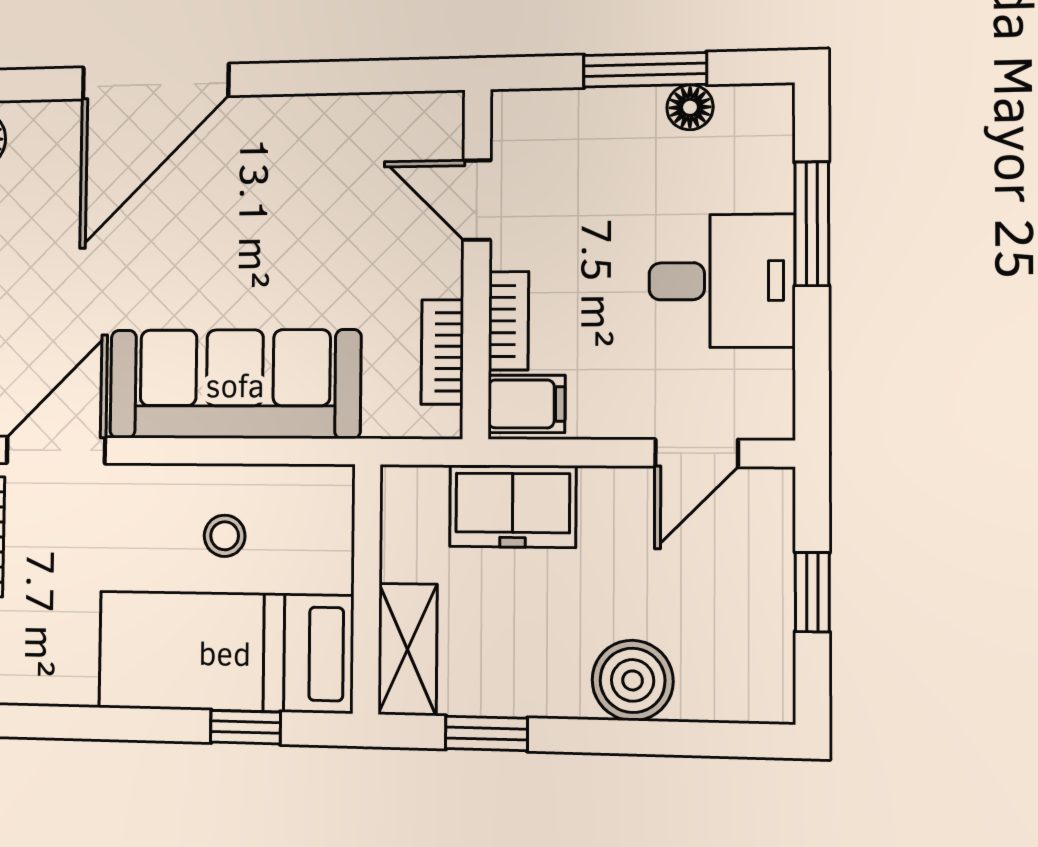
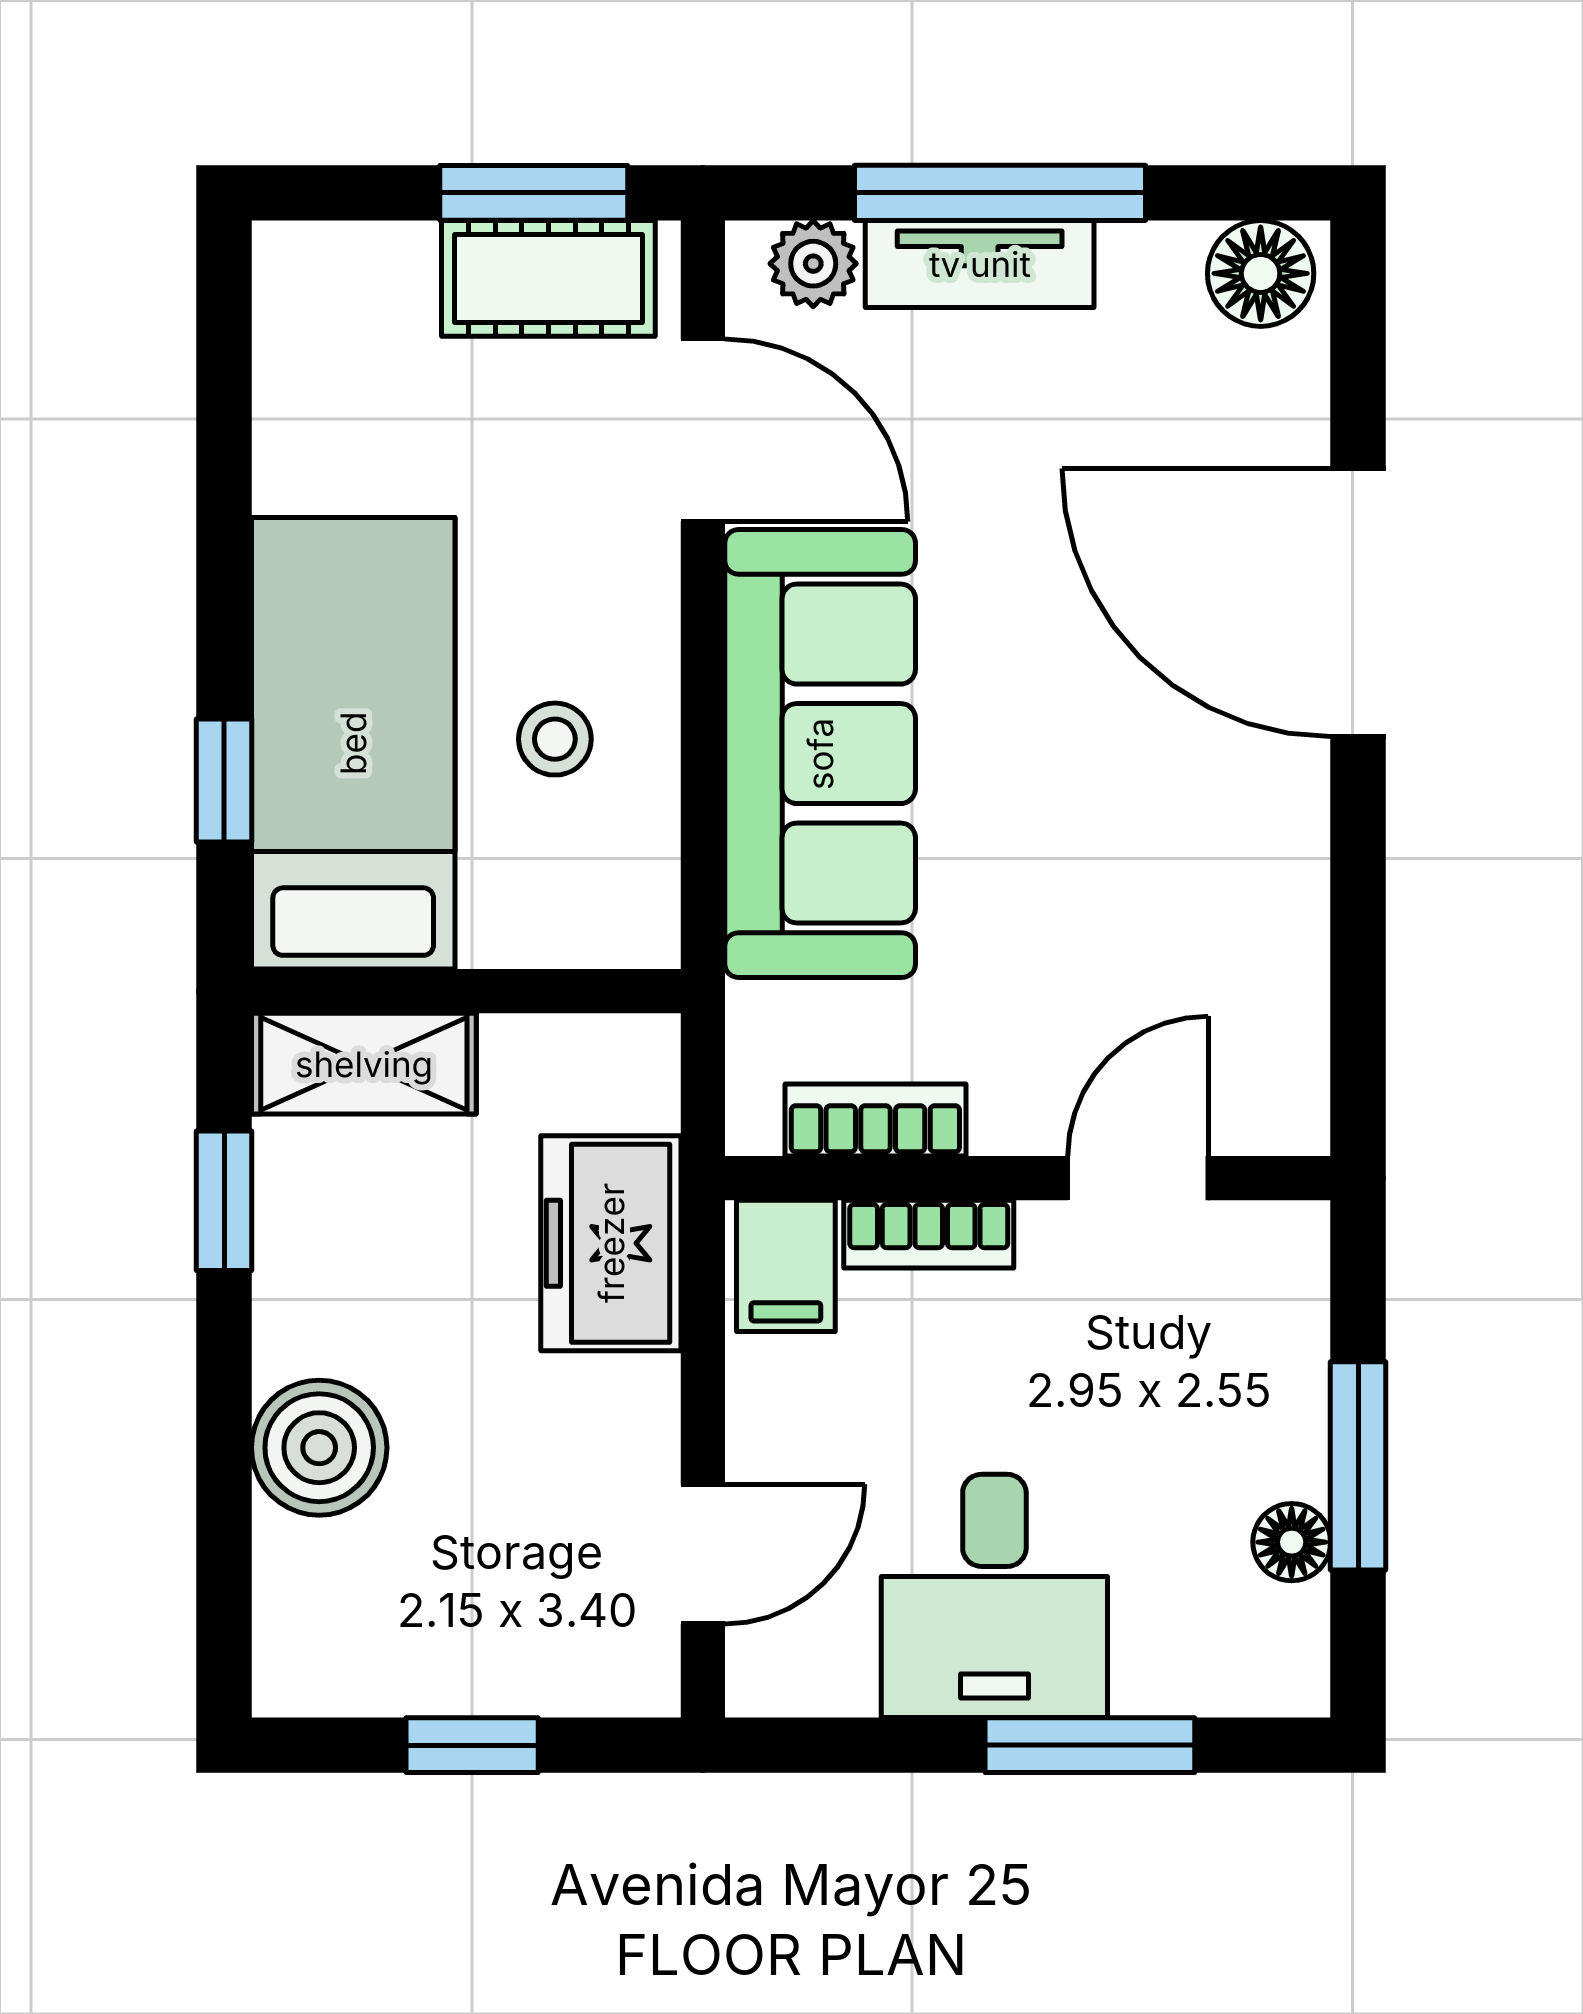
door: (697, 453) -> (703, 1554), swing flipped

